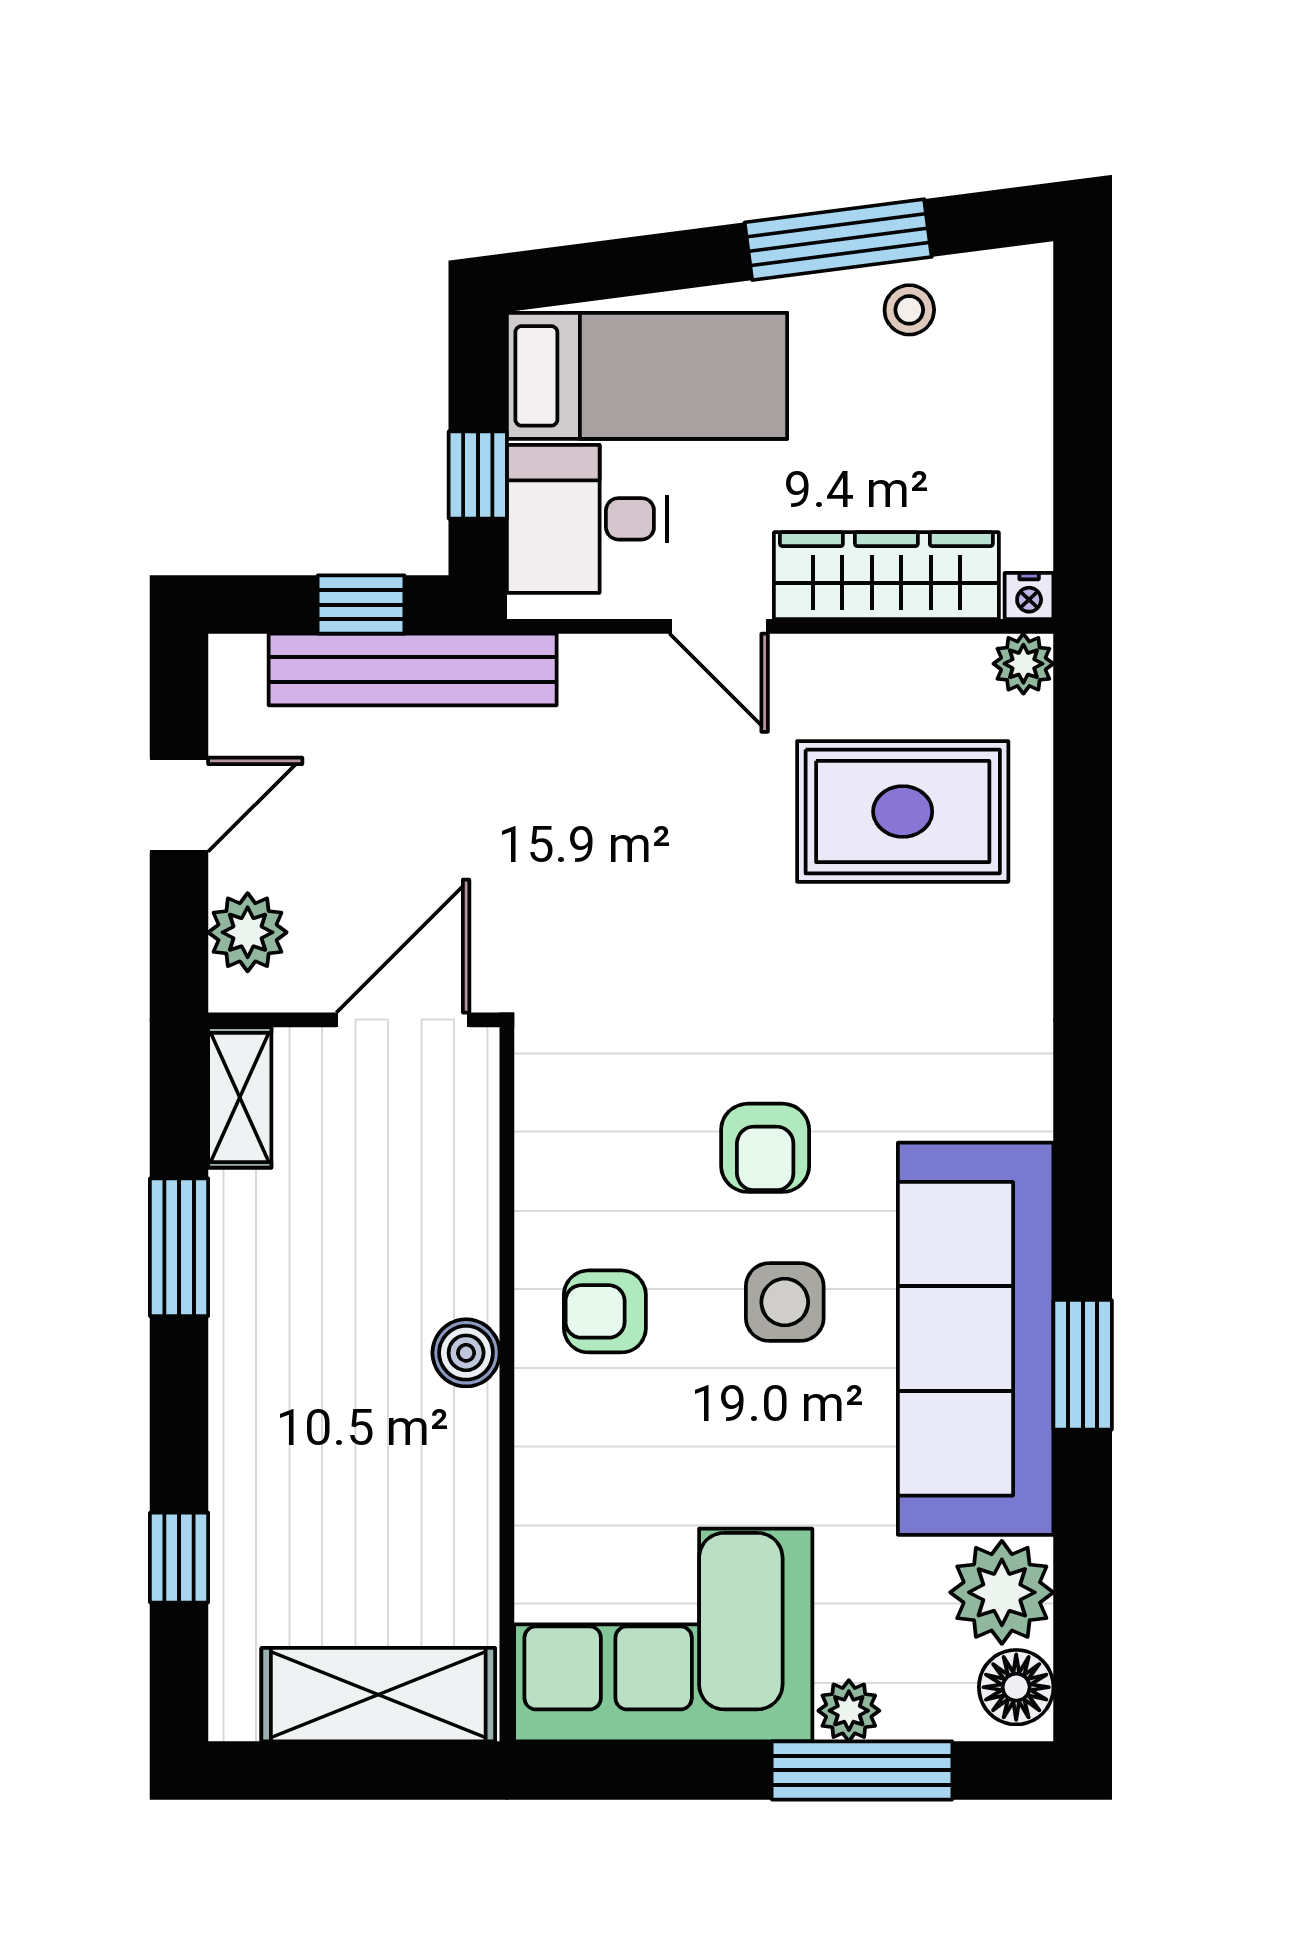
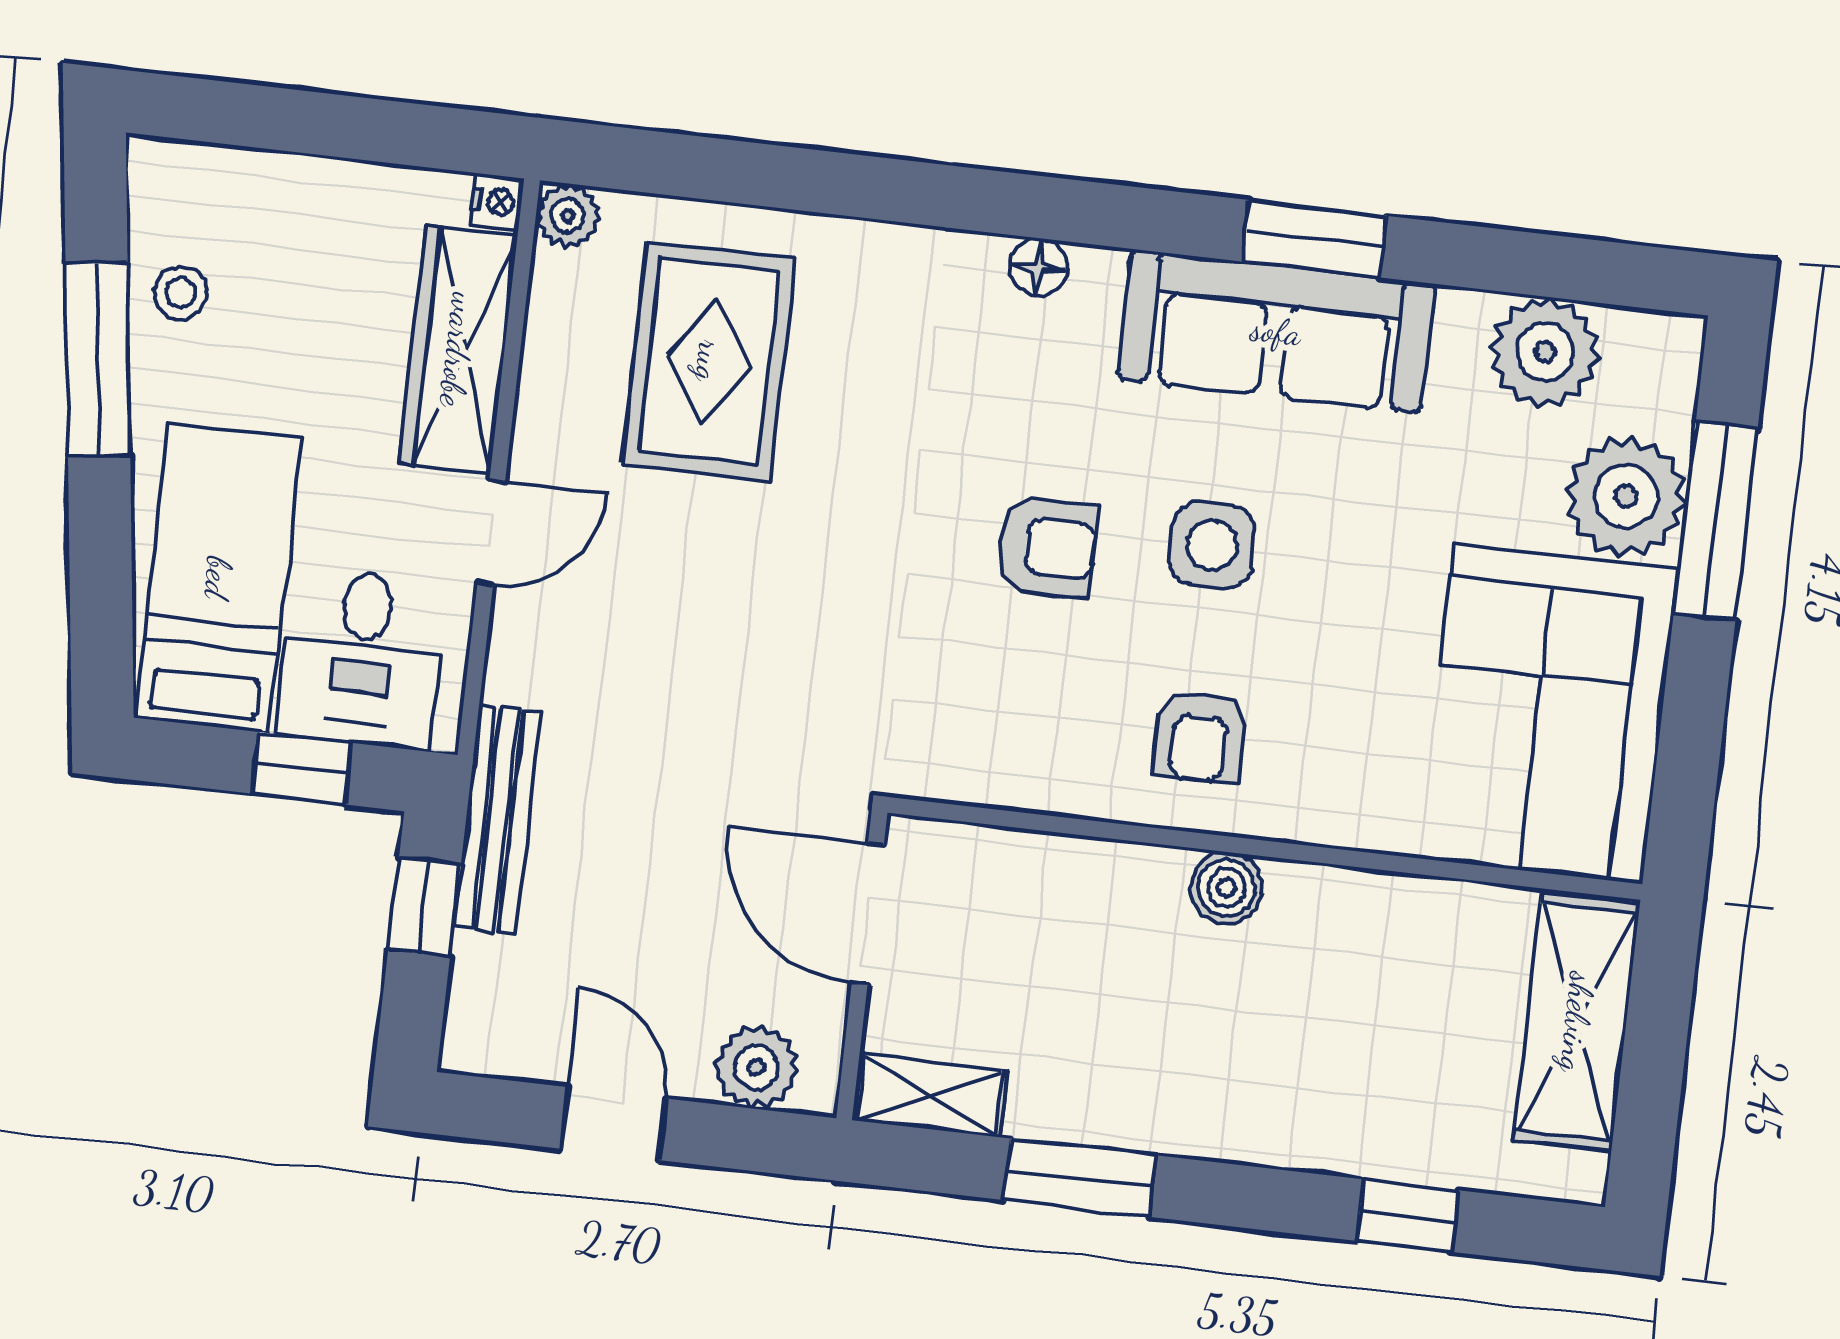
bench: (413, 669) -> (497, 819), width x0.73, depth x0.82
sofa: (976, 1339) -> (1276, 331), width x0.74, depth x0.79
floor lamp: (1016, 1687) -> (1039, 267), moved, width x0.73, depth x0.73
plant: (849, 1711) -> (1626, 496), width x1.88, depth x1.88

